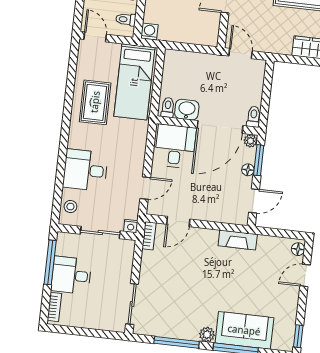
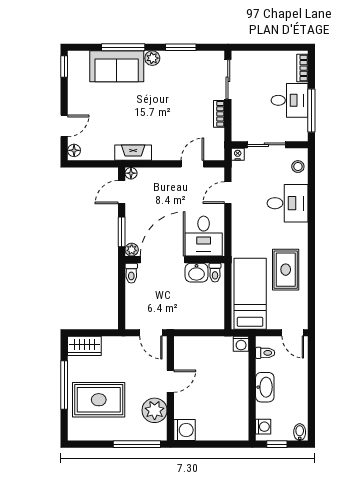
floor lamp: (248, 170) -> (131, 173), moved
bookcase: (149, 236) -> (219, 114), moved
window: (177, 342) -> (181, 47), width x0.69

